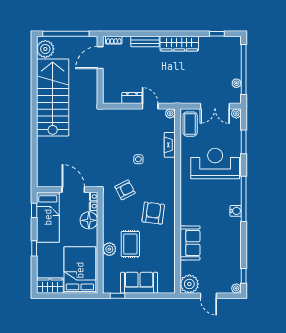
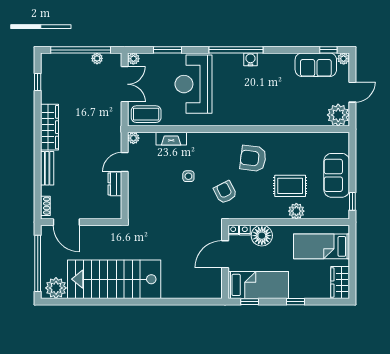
sofa: (190, 243) -> (316, 65), moved, turned 180
bed: (80, 270) -> (321, 246), width x0.67

